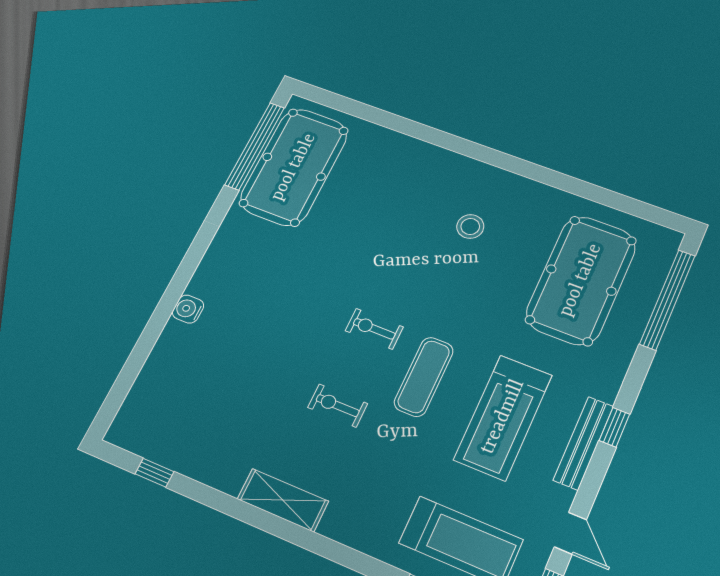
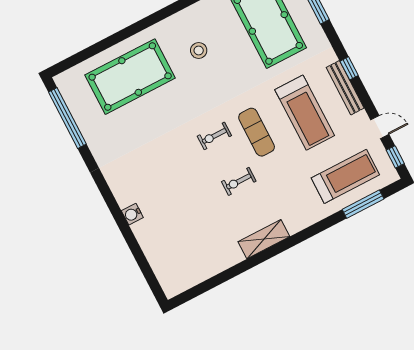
pool table: (294, 167) -> (130, 77), moved, turned 90
window: (154, 473) -> (204, 287), removed

